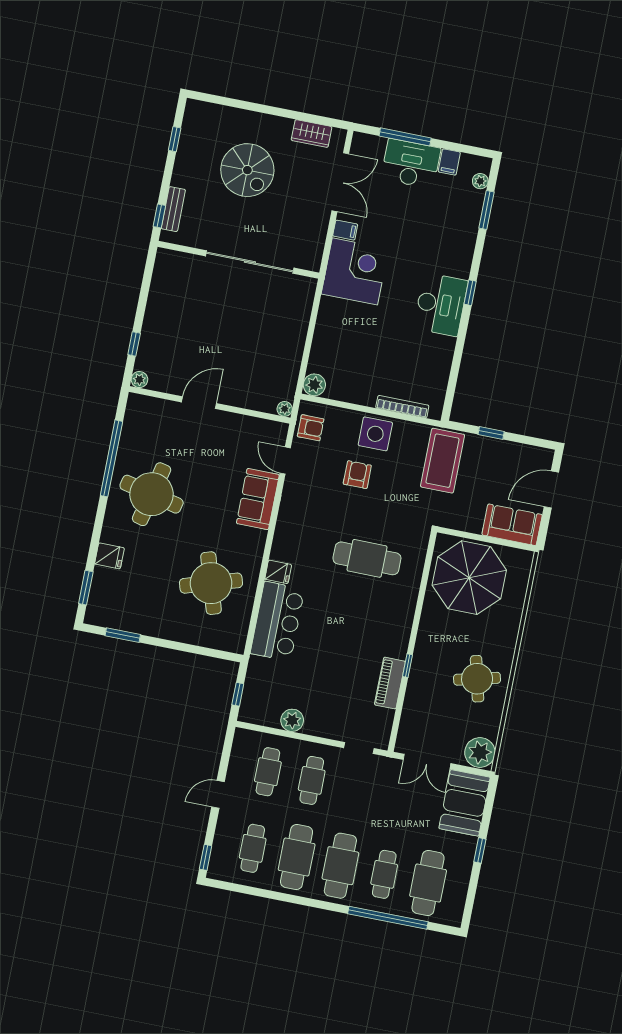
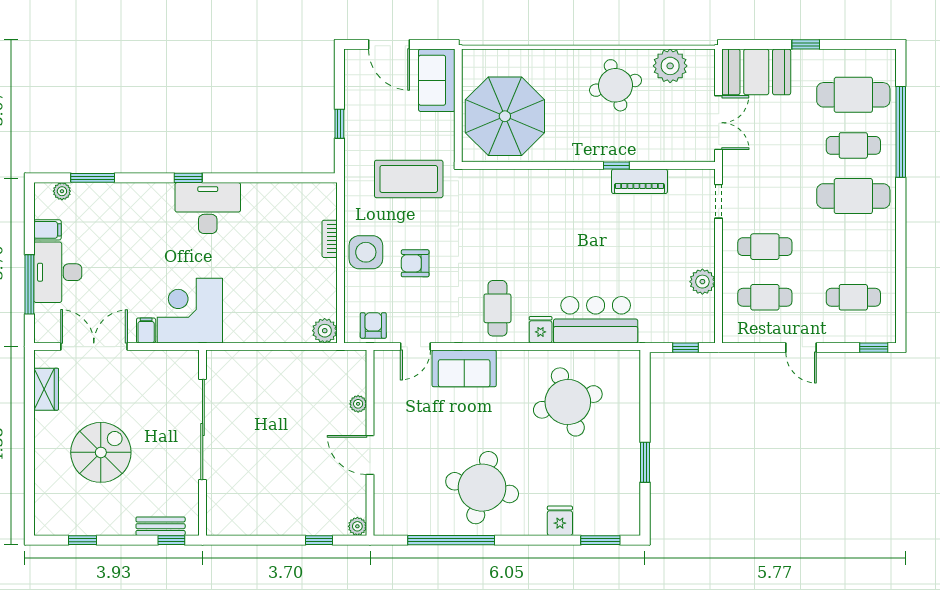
bookcase: (402, 407) -> (330, 239), width x0.64
plant: (285, 409) -> (358, 404), moved
coffee table: (443, 461) -> (409, 179), moved
cafe table: (367, 558) -> (497, 308), moved, width x0.73, depth x0.74
window: (123, 635) -> (645, 462), moved
plant: (480, 753) -> (670, 66), moved
cafe table: (297, 857) -> (853, 247), removed

